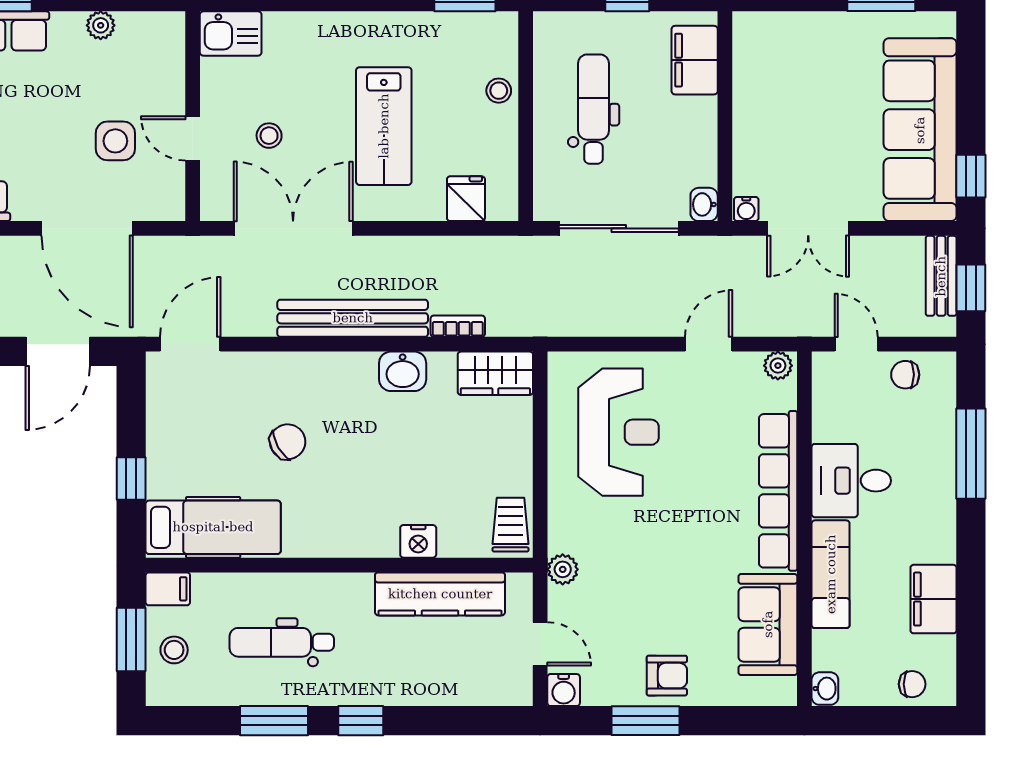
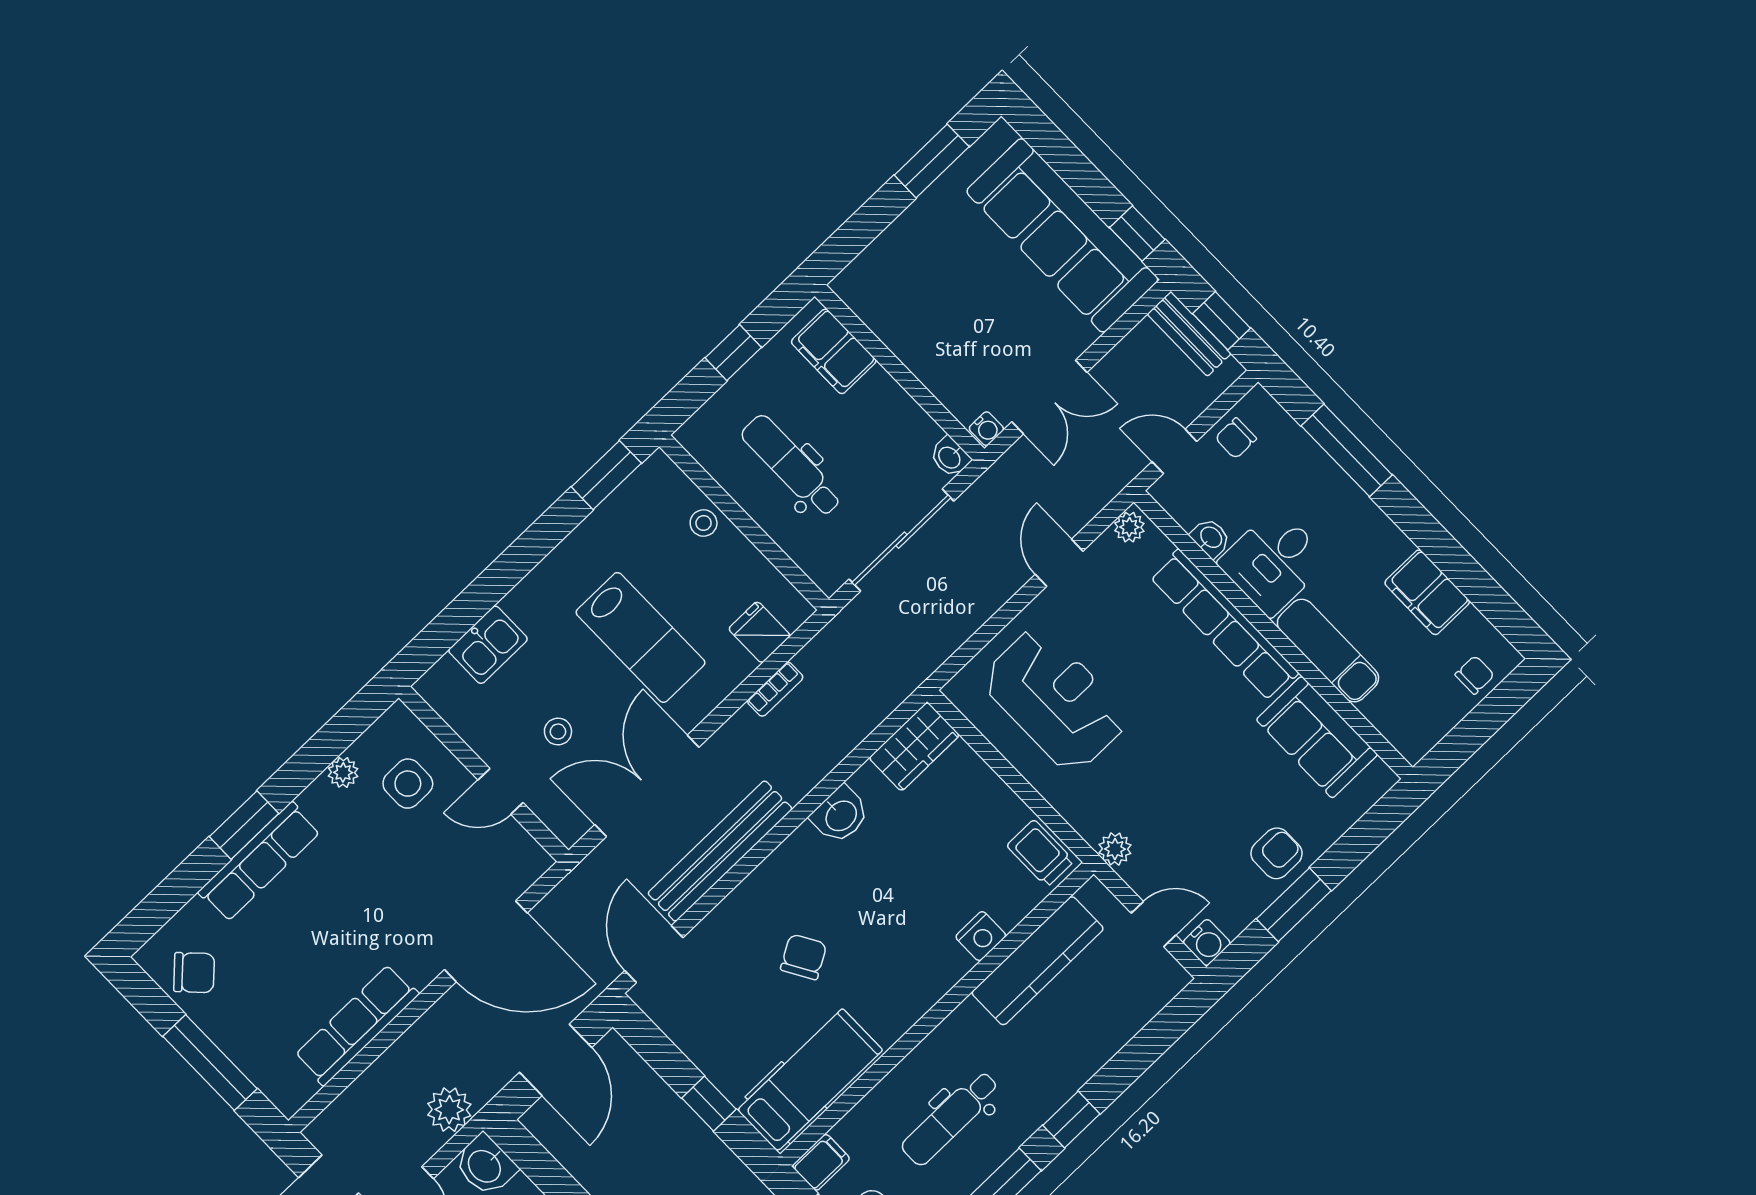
kitchen sink: (231, 34) -> (488, 645), moved
side table: (115, 141) -> (408, 784), moved
bench: (353, 318) -> (720, 851), moved
bookcase: (458, 326) -> (775, 689), moved, turned 180
washbasin: (825, 689) -> (1211, 538), moved

